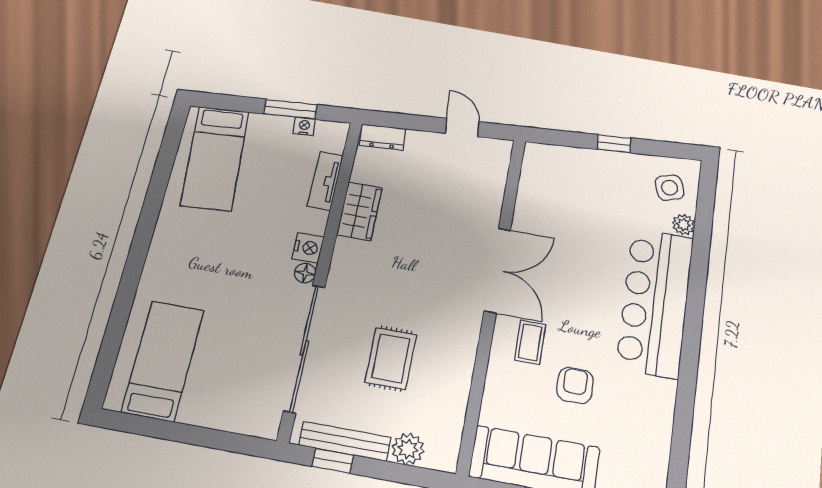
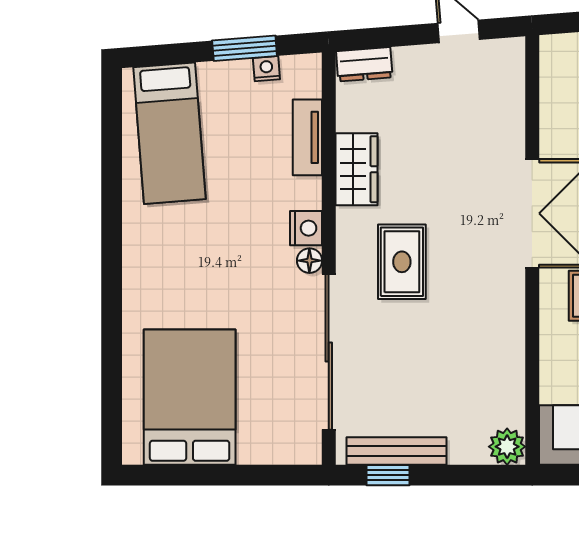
rug: (391, 358) -> (402, 262), moved
bed: (163, 361) -> (190, 397), width x1.50
plant: (408, 449) -> (507, 447), moved

